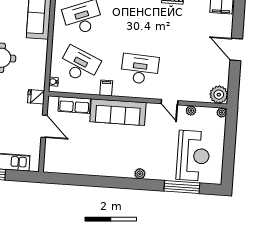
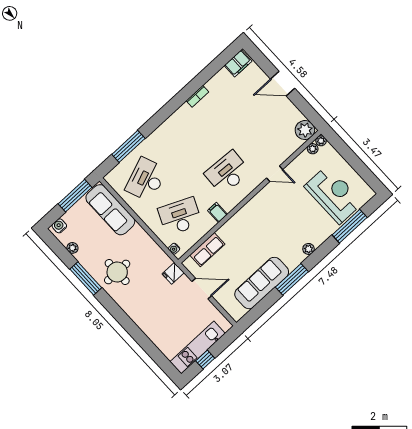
plant: (191, 111) -> (313, 149), moved
sofa: (118, 112) -> (262, 283), moved, turned 180
window: (108, 182) -> (292, 279), added

